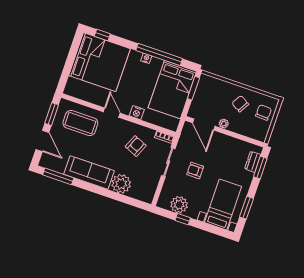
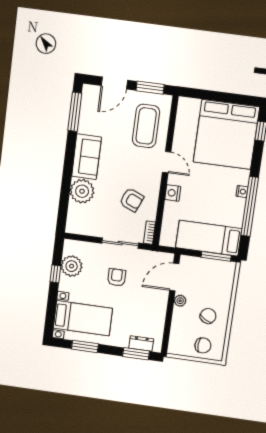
bed: (172, 90) -> (209, 238), width x0.67
door: (112, 113) -> (167, 162), hinge flipped
sofa: (89, 173) -> (87, 157), width x0.73

